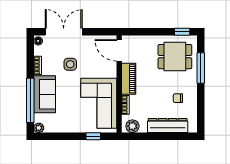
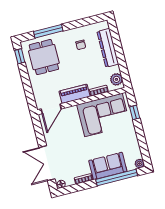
side table: (70, 64) -> (75, 150), removed

